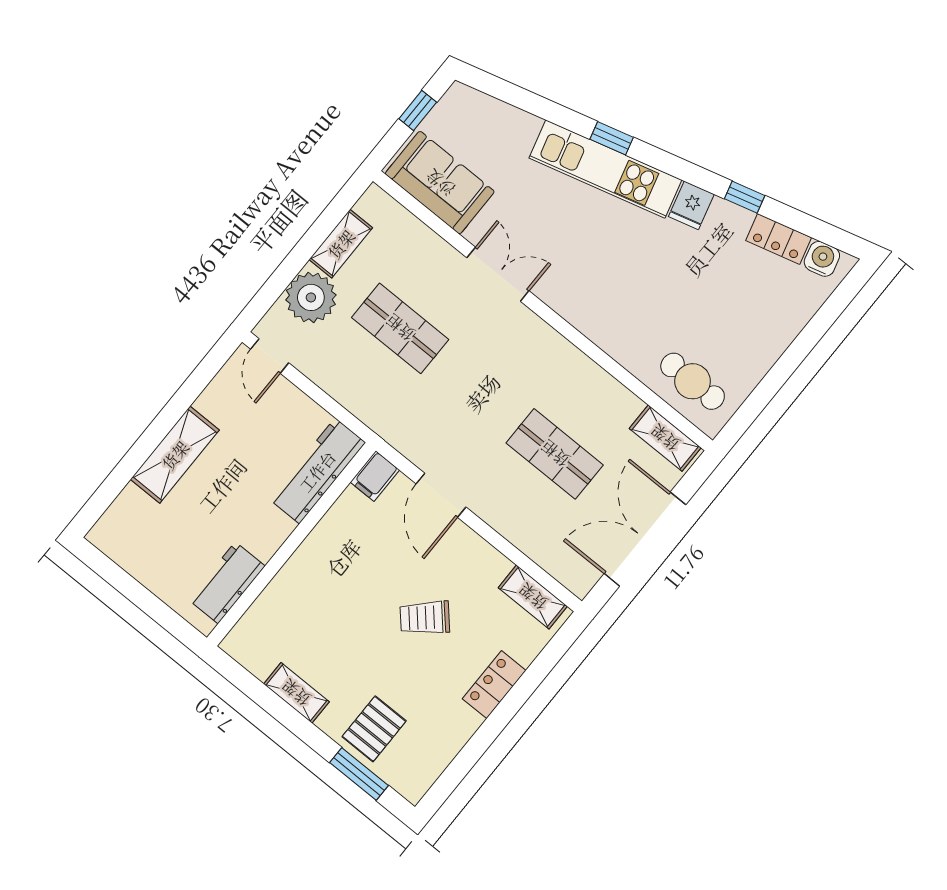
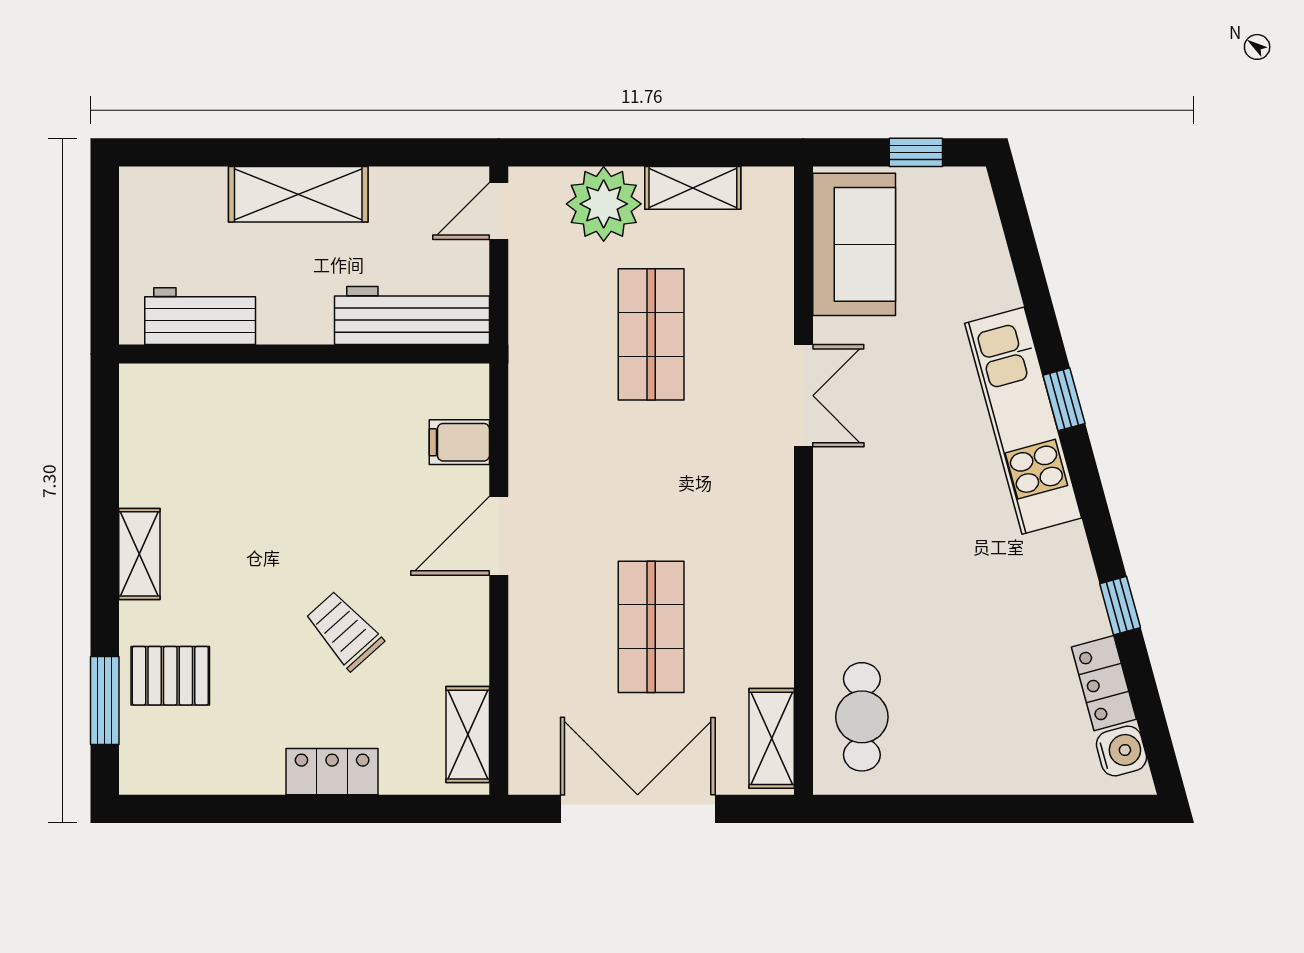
fridge: (691, 205) -> (1061, 553), removed
workbench: (317, 471) -> (412, 316), moved
wall: (291, 544) -> (304, 354), moved
workbench: (227, 583) -> (200, 316), moved

